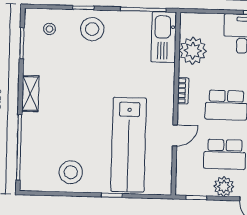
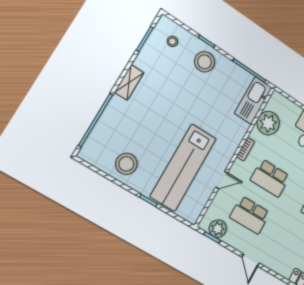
plant: (224, 187) -> (218, 229), moved

